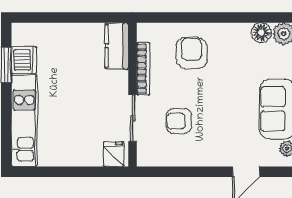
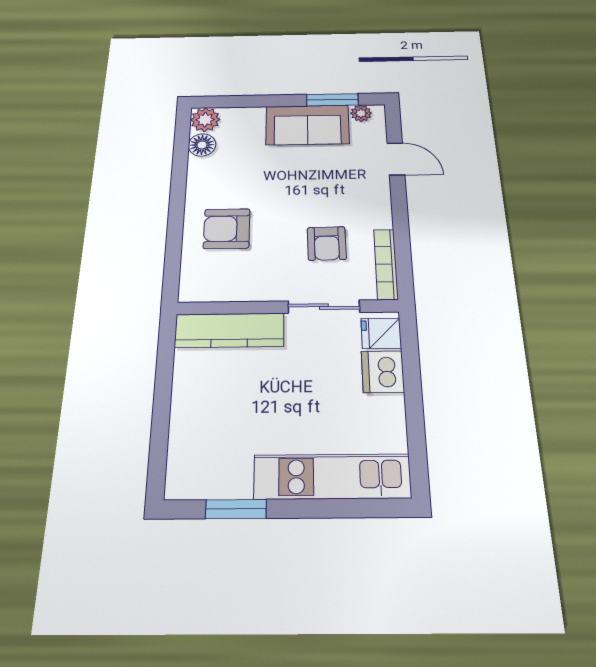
kitchen counter: (117, 46) -> (229, 330), width x1.50
dishwasher: (24, 60) -> (383, 372), moved, turned -90
bookcase: (143, 69) -> (386, 264), moved, turned -90

